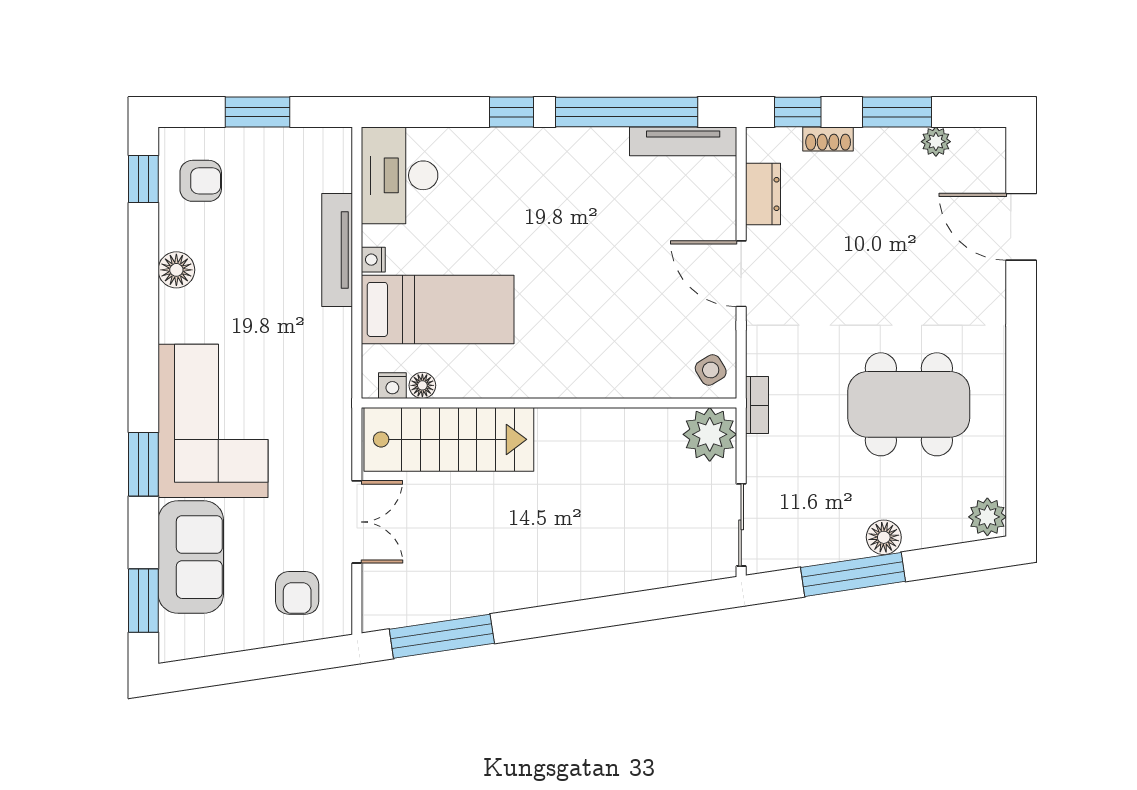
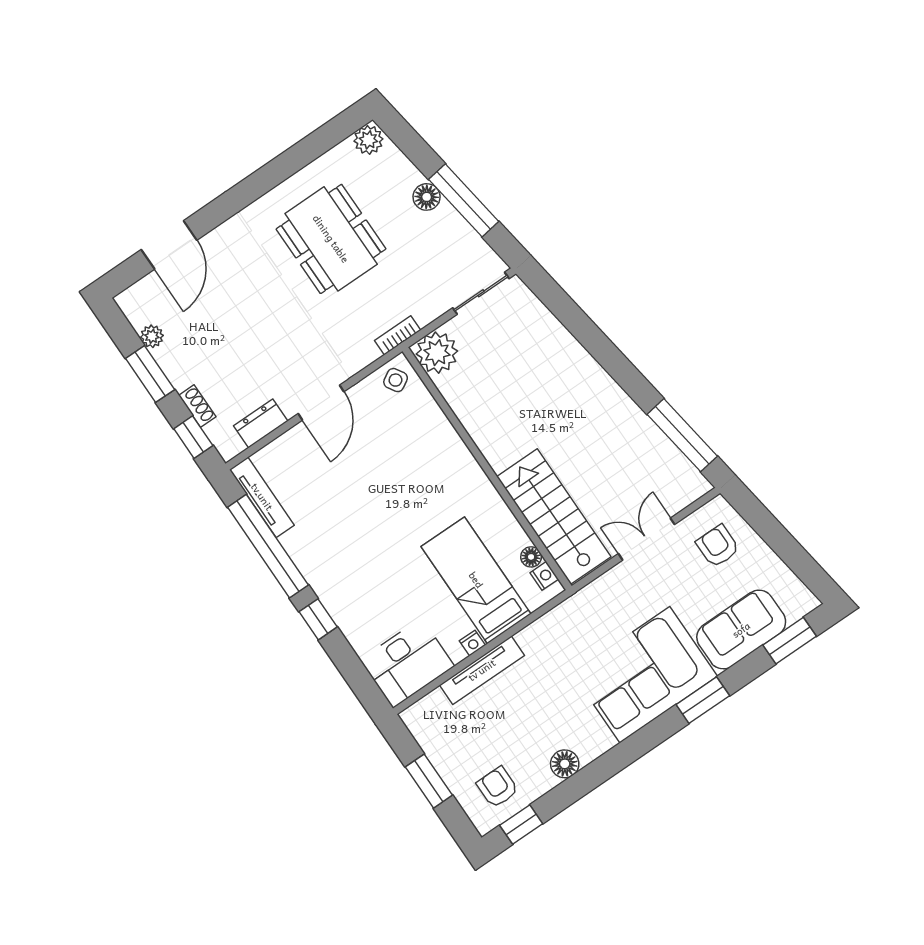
armchair: (297, 593) -> (718, 546), turned -90

